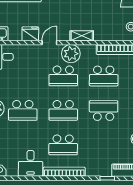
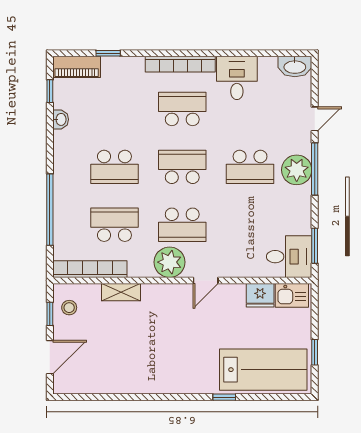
fridge: (30, 34) -> (260, 295), moved
shelving: (82, 36) -> (121, 292), moved
school desk: (63, 76) -> (182, 225), turned 180
school desk: (23, 110) -> (250, 167), turned 180

